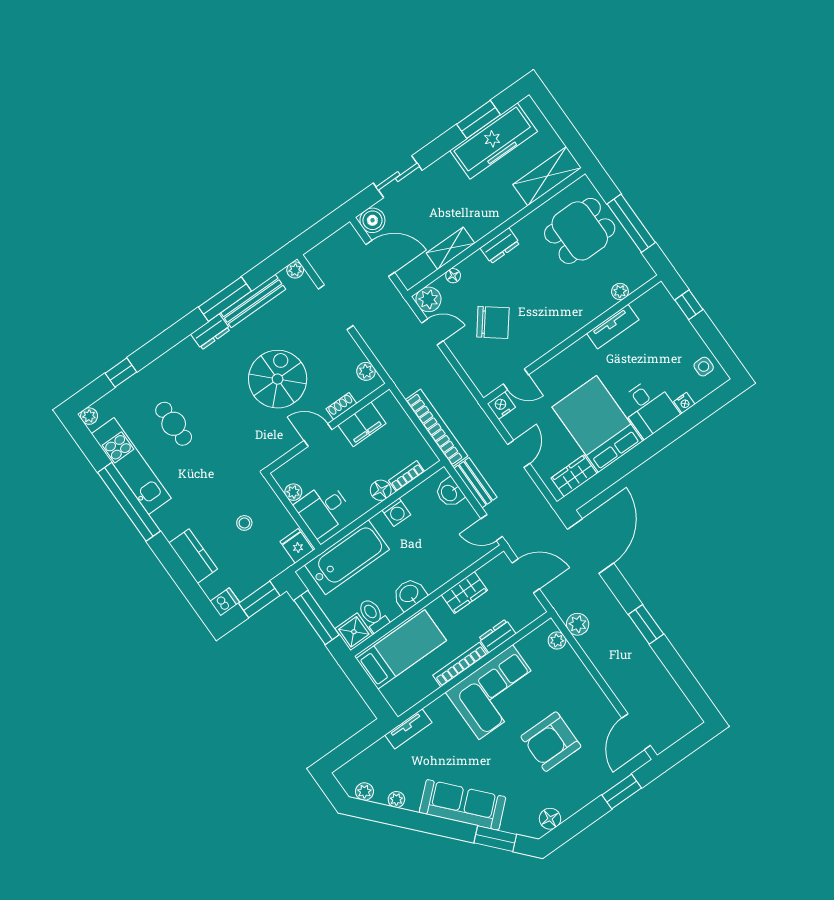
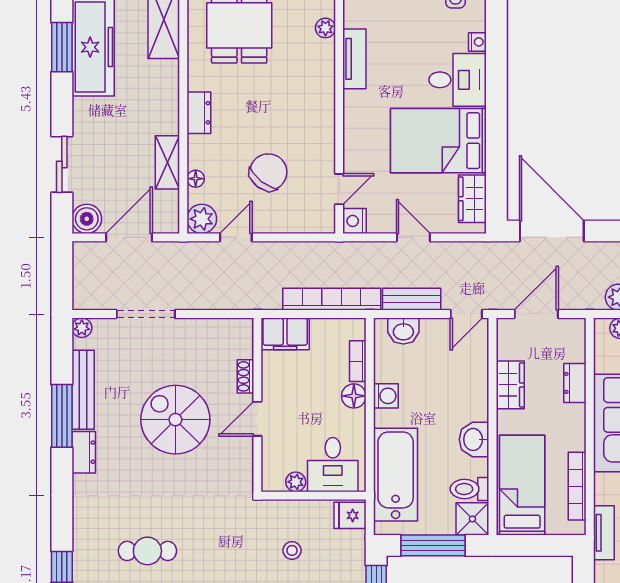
plant: (366, 371) -> (229, 329), removed
filing cabinet: (362, 424) -> (285, 334), moved, turned 90
bookcase: (460, 665) -> (577, 486), moved

